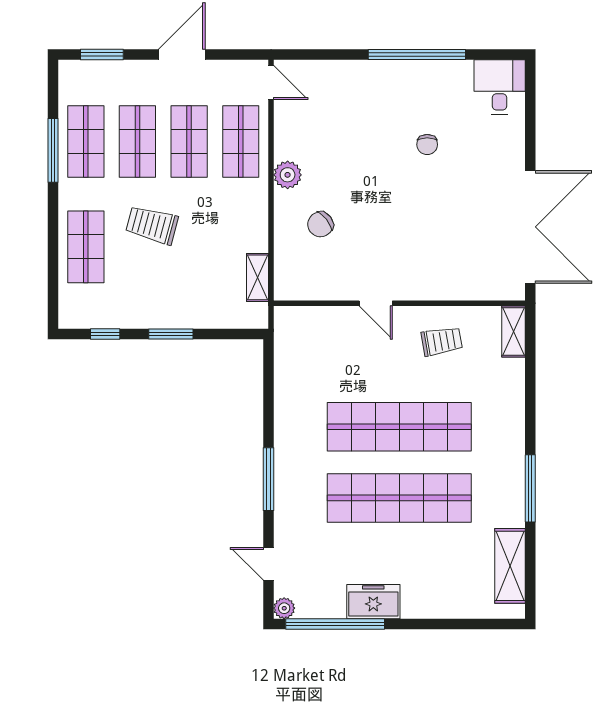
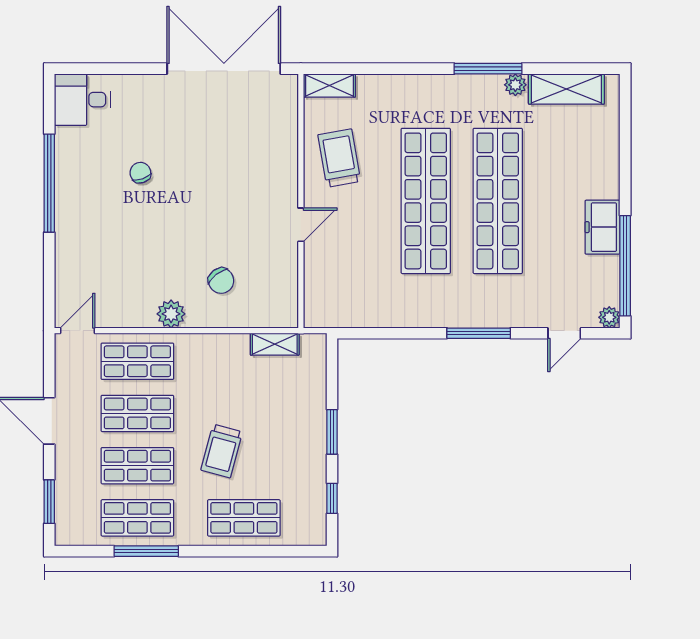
chair: (427, 145) -> (140, 173), turned -109
trolley: (442, 341) -> (339, 158), width x1.36, depth x1.39
plant: (514, 515) -> (515, 85), added

